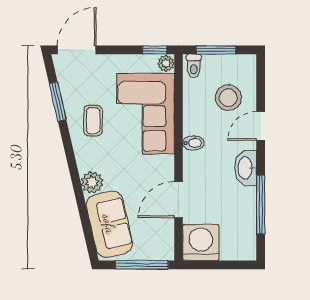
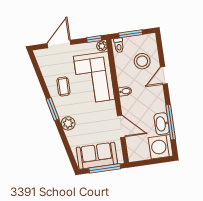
door: (77, 50) -> (59, 44), moved
window: (58, 101) -> (53, 109), moved
washbasin: (246, 168) -> (162, 124), moved
door: (178, 200) -> (121, 126), swing flipped
sofa: (109, 224) -> (97, 156), moved, turned -77
washing machine: (201, 242) -> (161, 147), moved, turned -90

